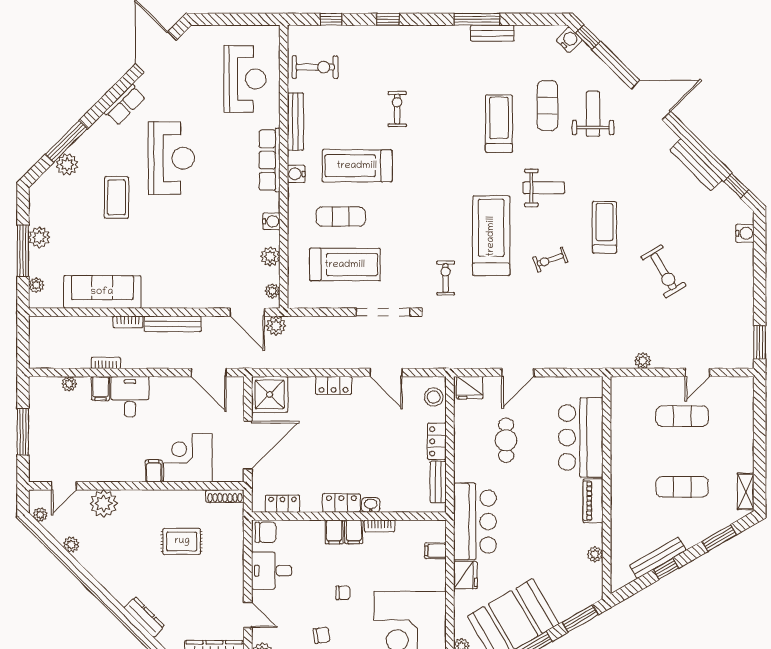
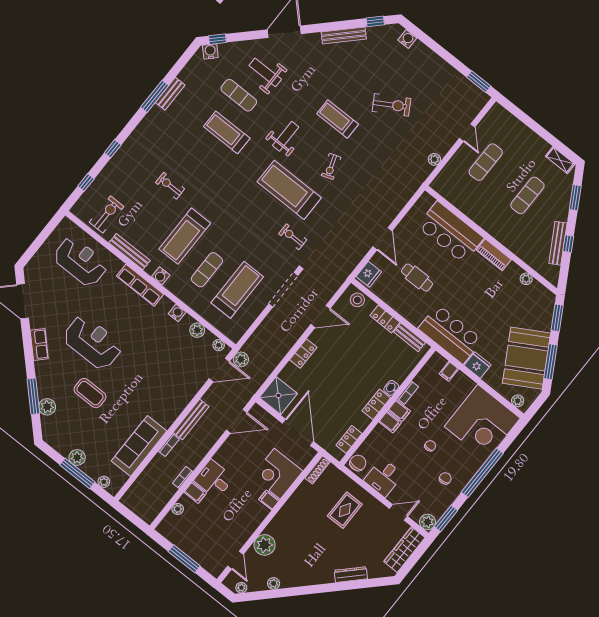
rug: (182, 541) -> (345, 510), moved

